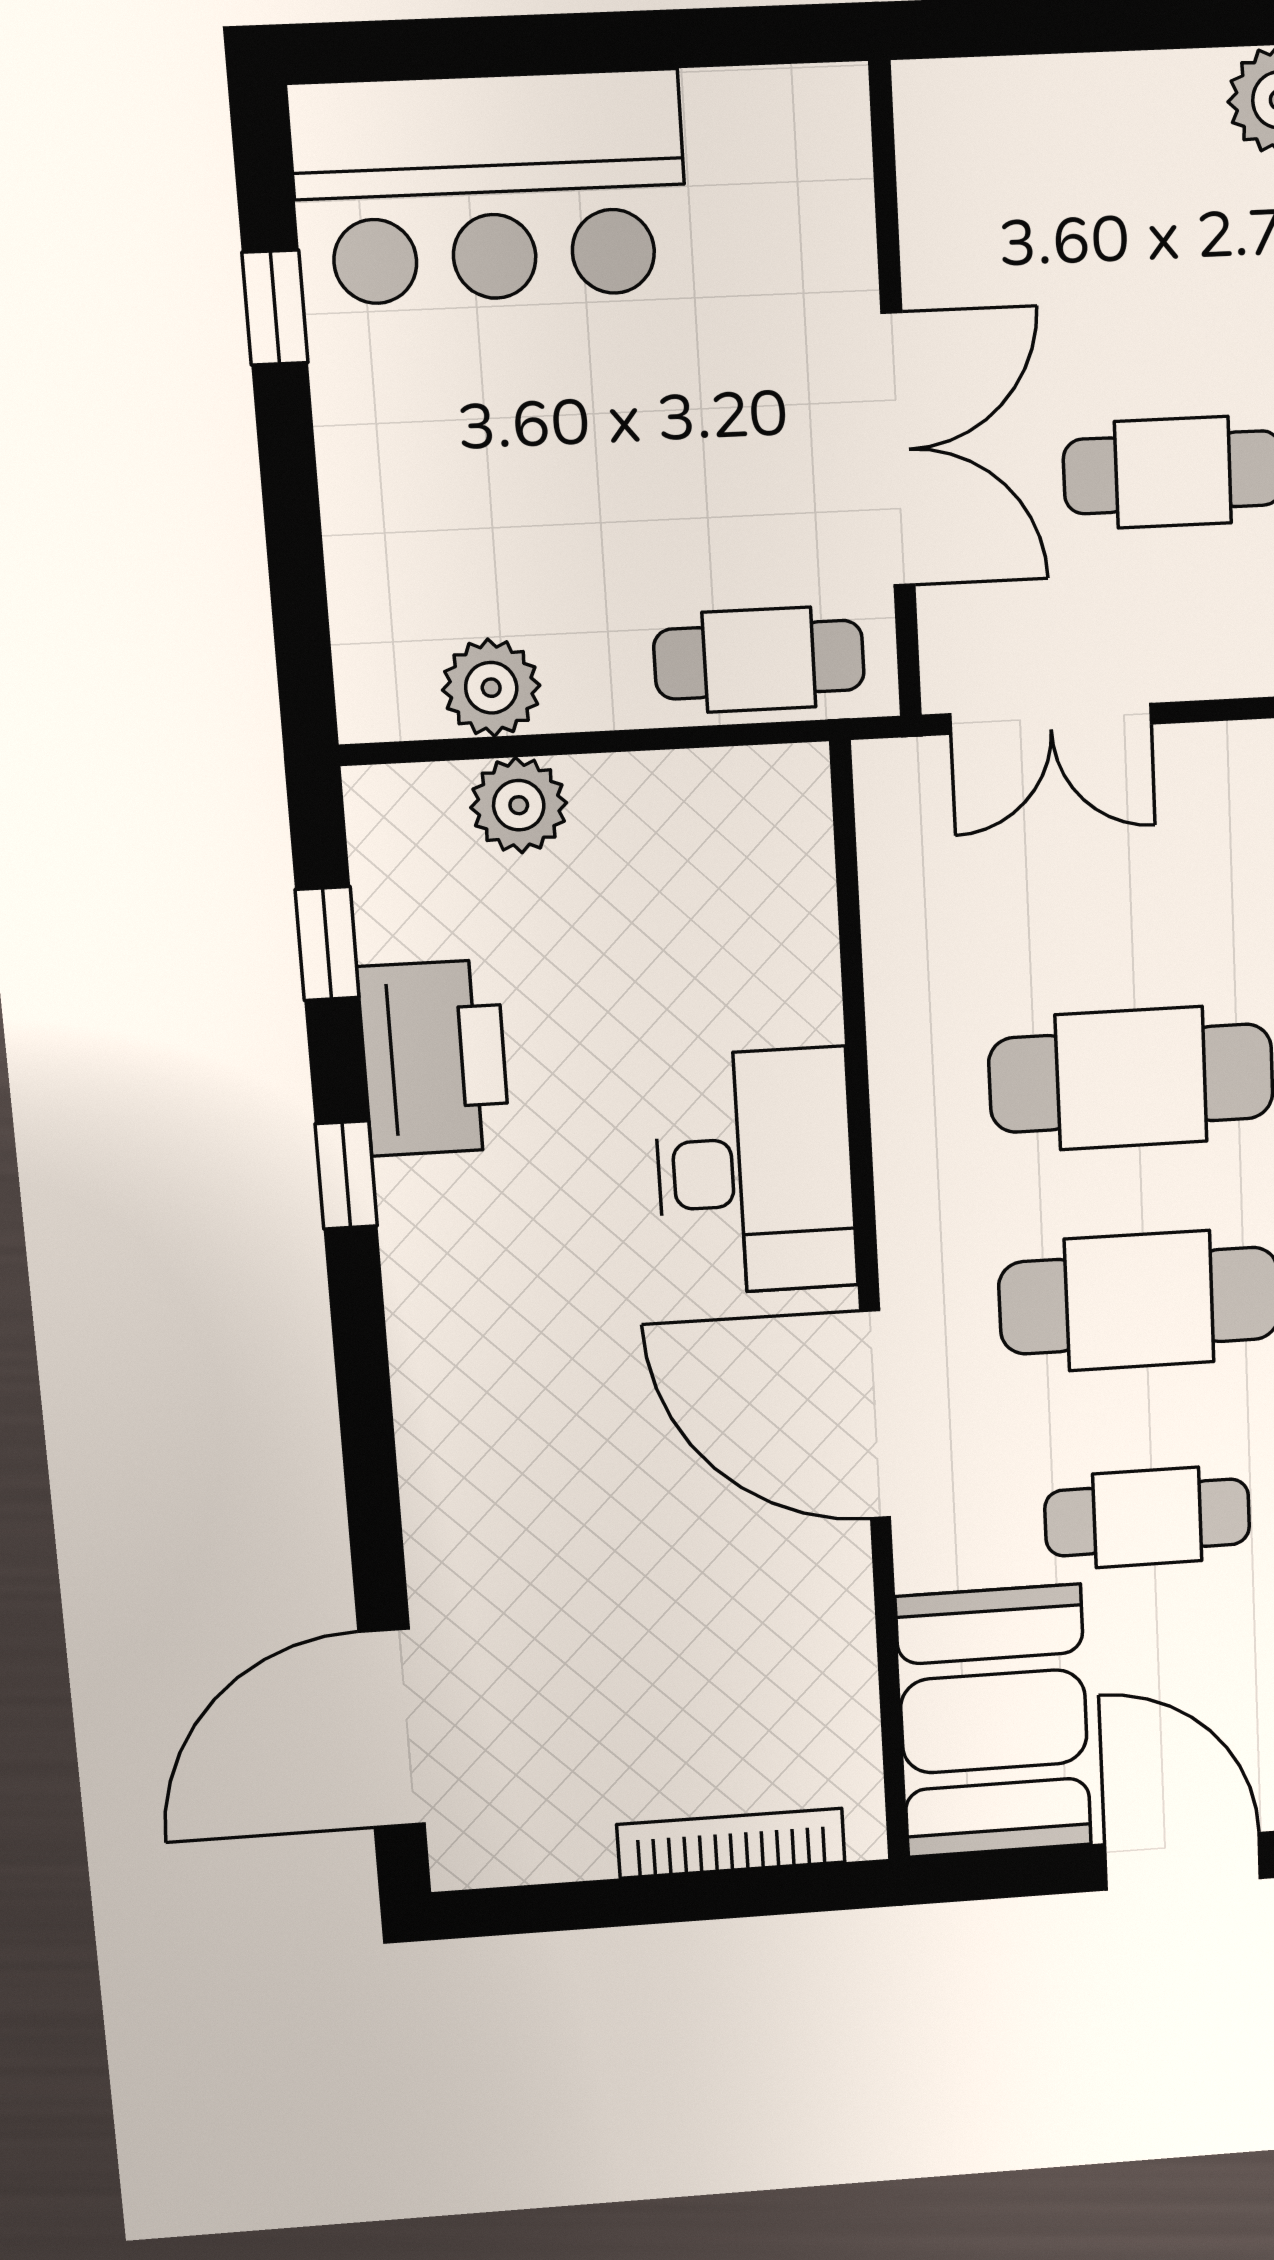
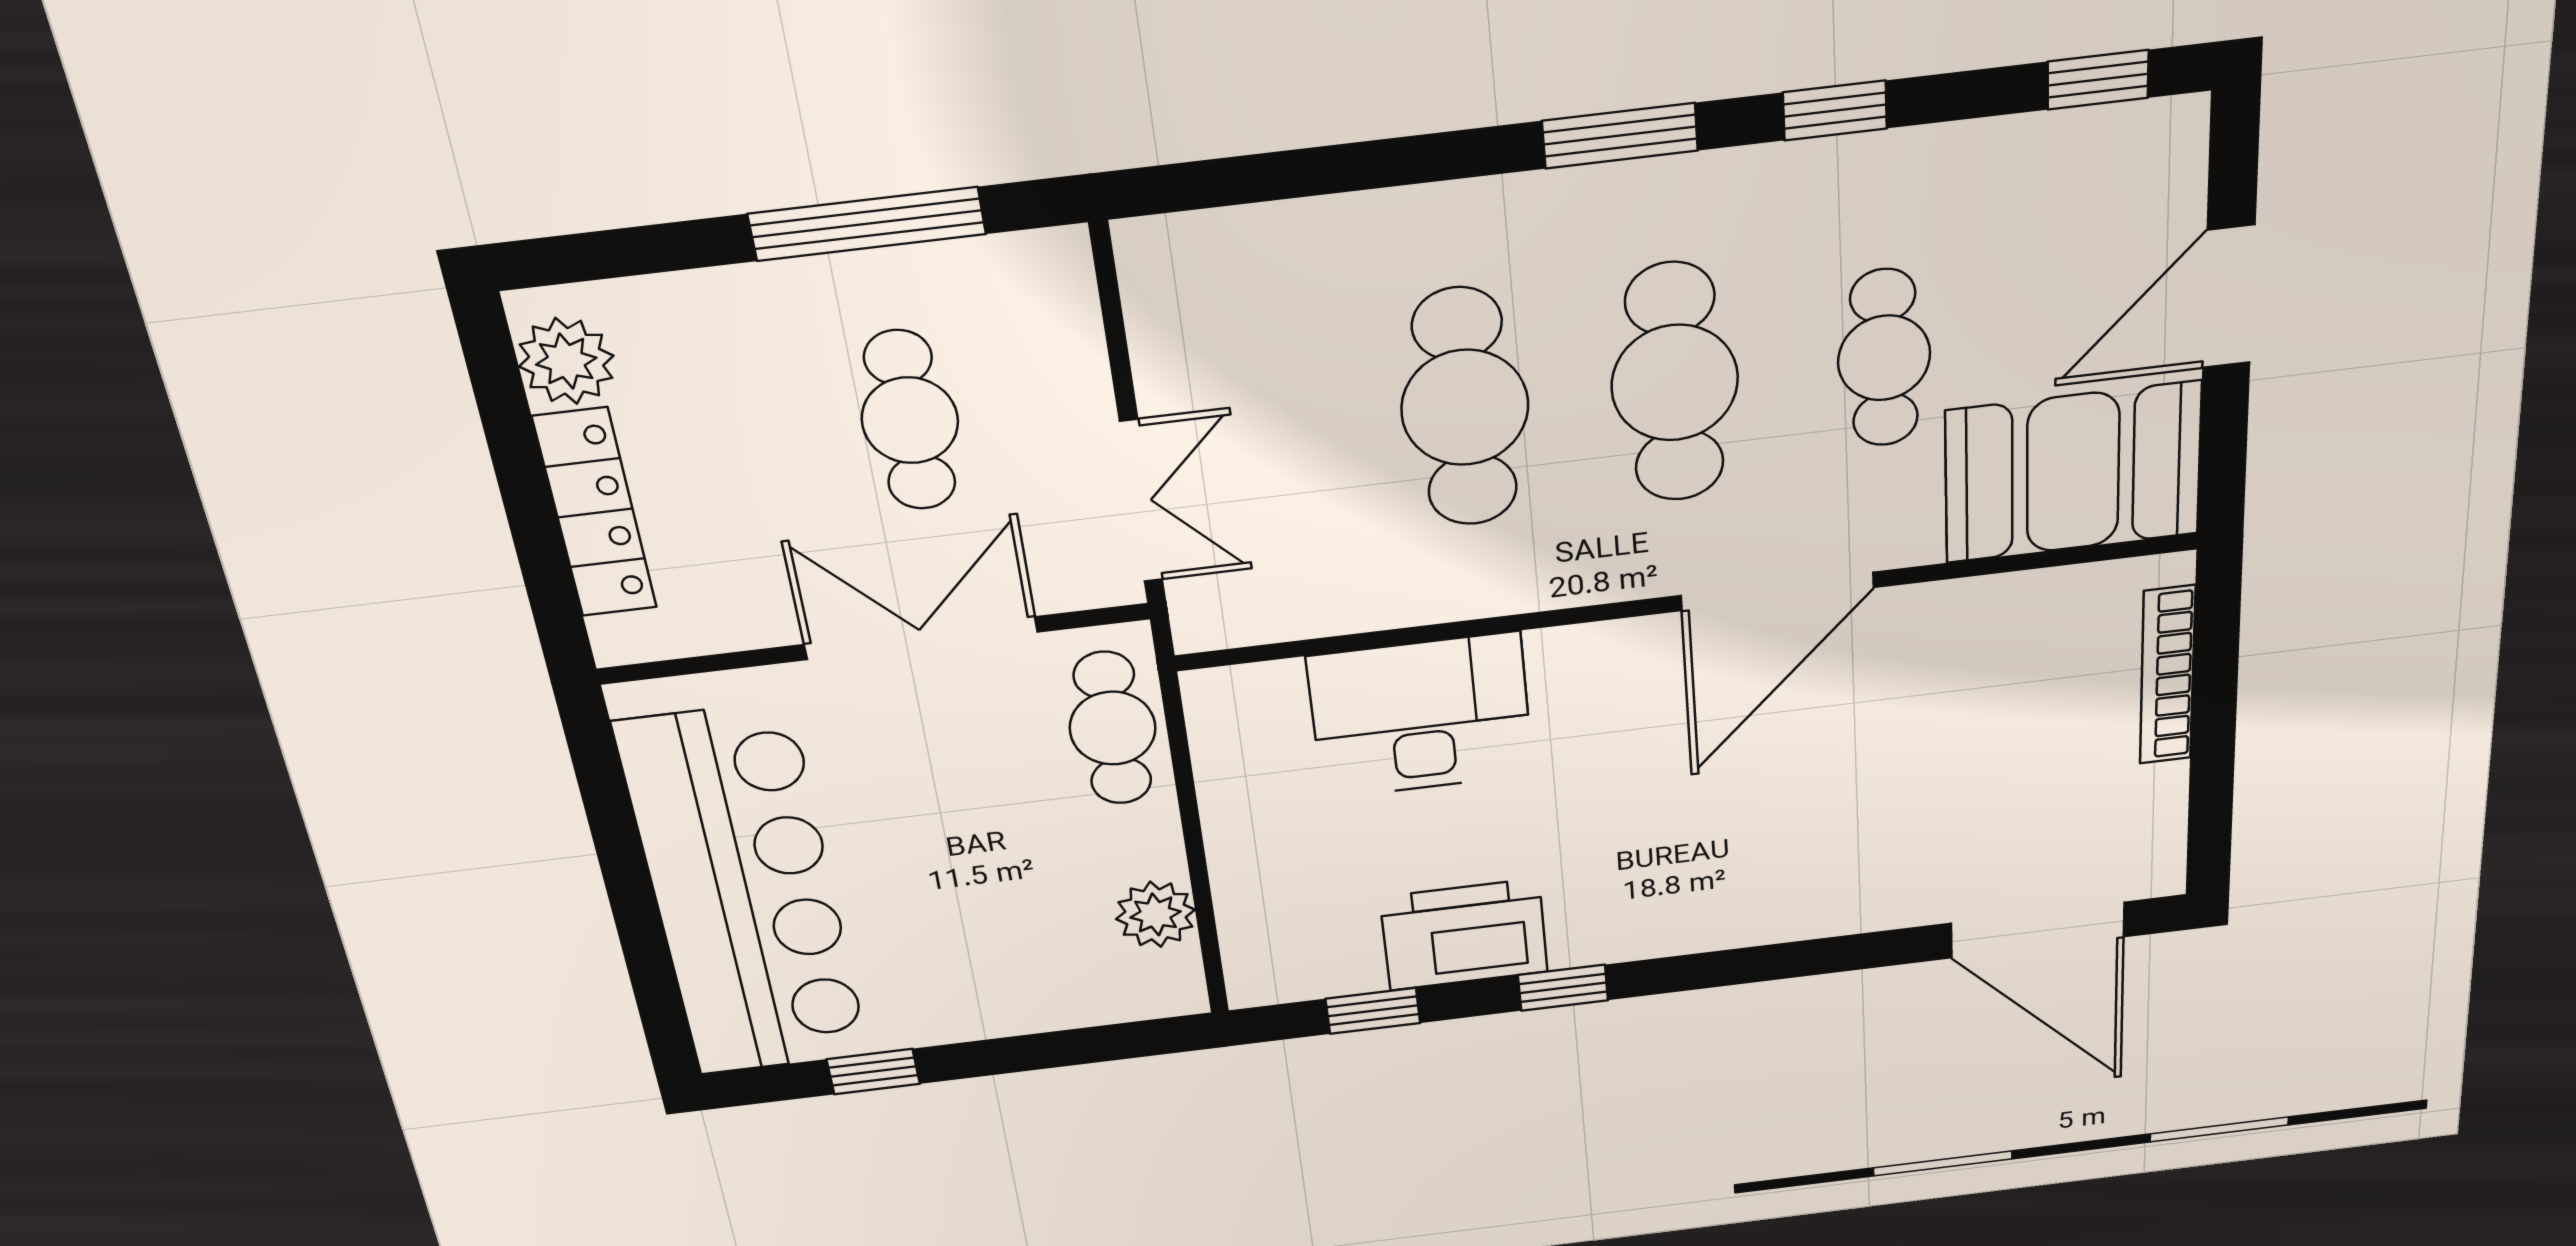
locker: (1092, 97) -> (595, 513), added
bar counter: (490, 188) -> (744, 893), width x1.36
plant: (519, 805) -> (1250, 890), removed
desk: (755, 1172) -> (1421, 716), moved

